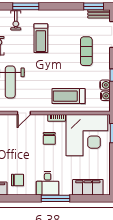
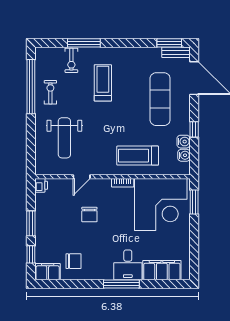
treadmill: (41, 38) -> (103, 83), turned 180
exercise mat: (86, 51) -> (160, 99), width x1.36, depth x1.45
chair: (49, 138) -> (89, 214), moved
desk: (48, 183) -> (128, 265), moved

